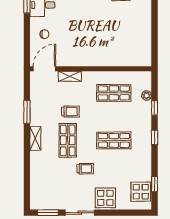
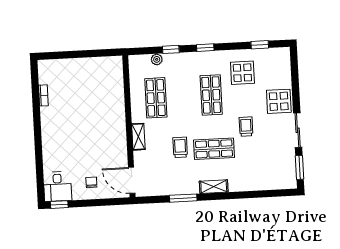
shelving: (70, 76) -> (138, 137), moved
display table: (141, 192) -> (242, 73), moved

